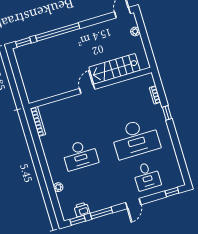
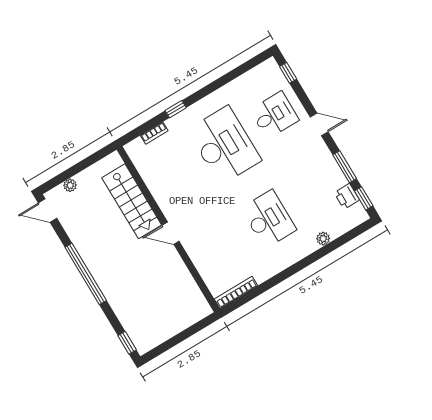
window: (58, 32) -> (86, 274), moved

